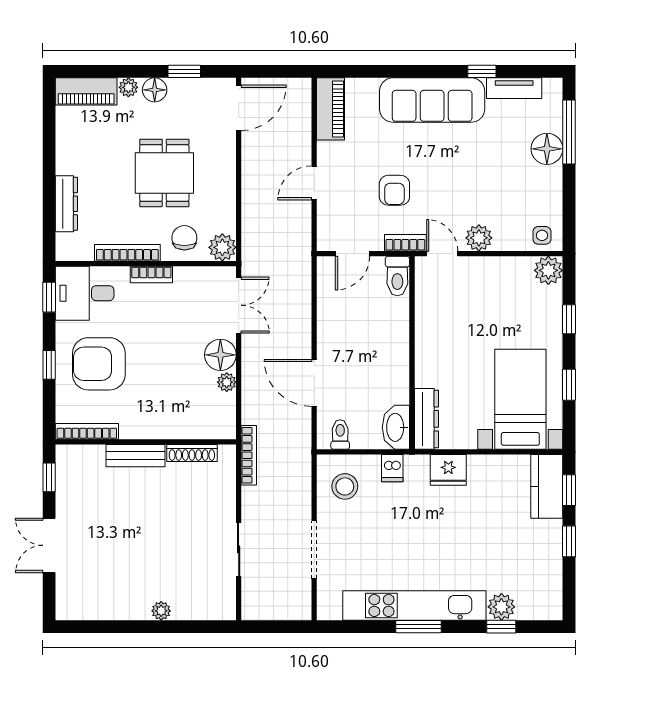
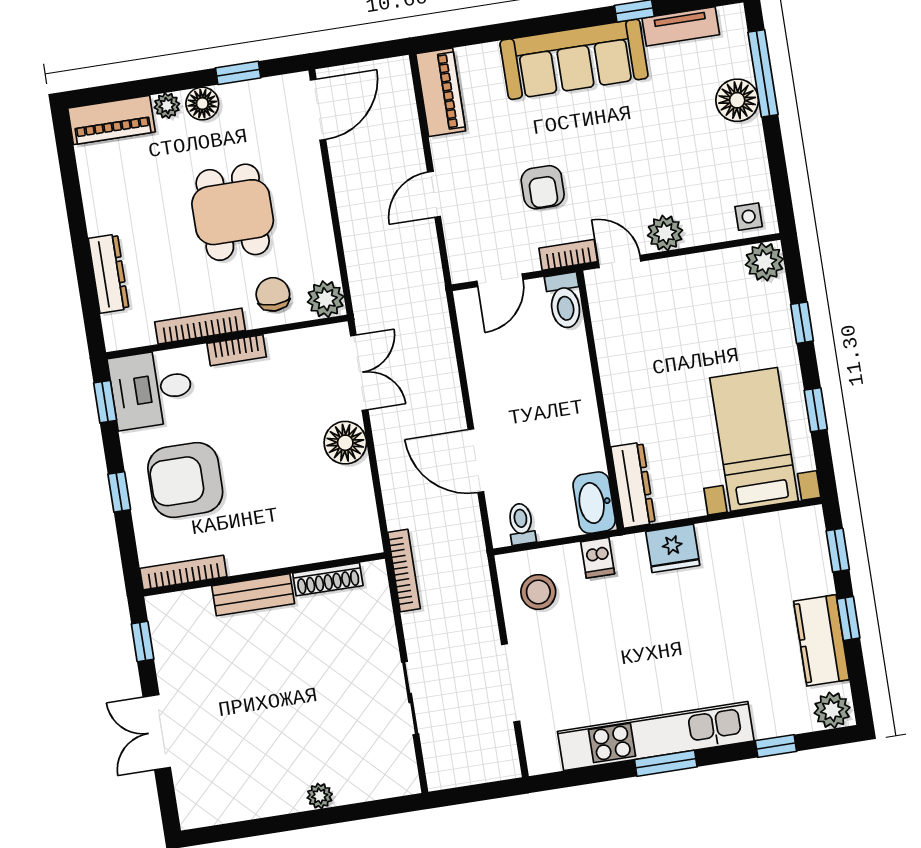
plant: (227, 382) -> (359, 478), removed
kitchen counter: (547, 486) -> (821, 640), moved
plant: (501, 607) -> (832, 710), moved

